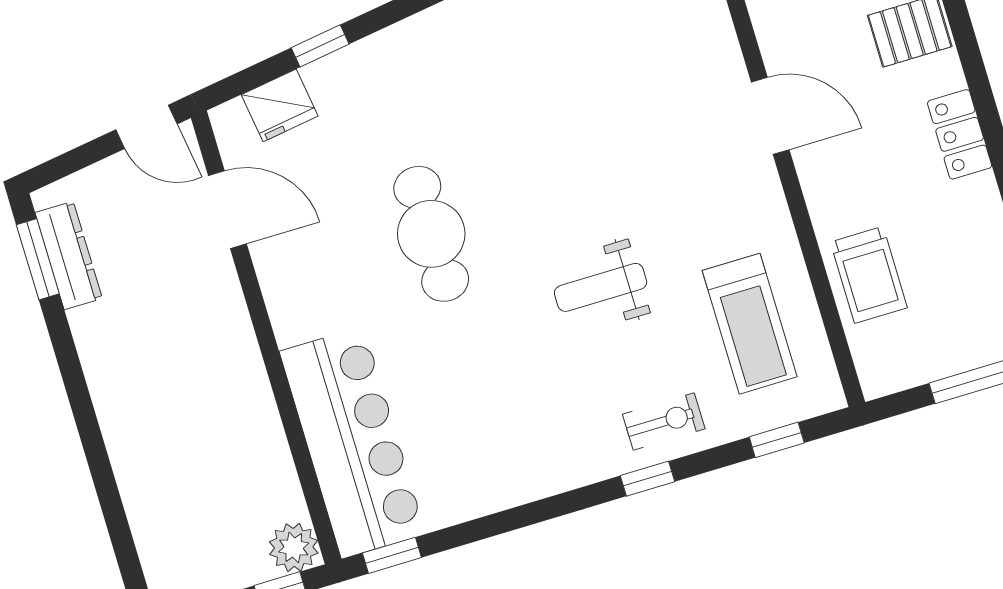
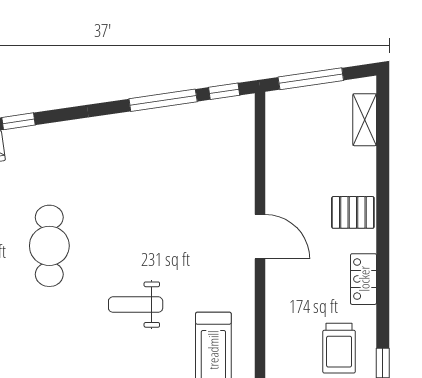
trolley: (869, 275) -> (339, 348), moved

